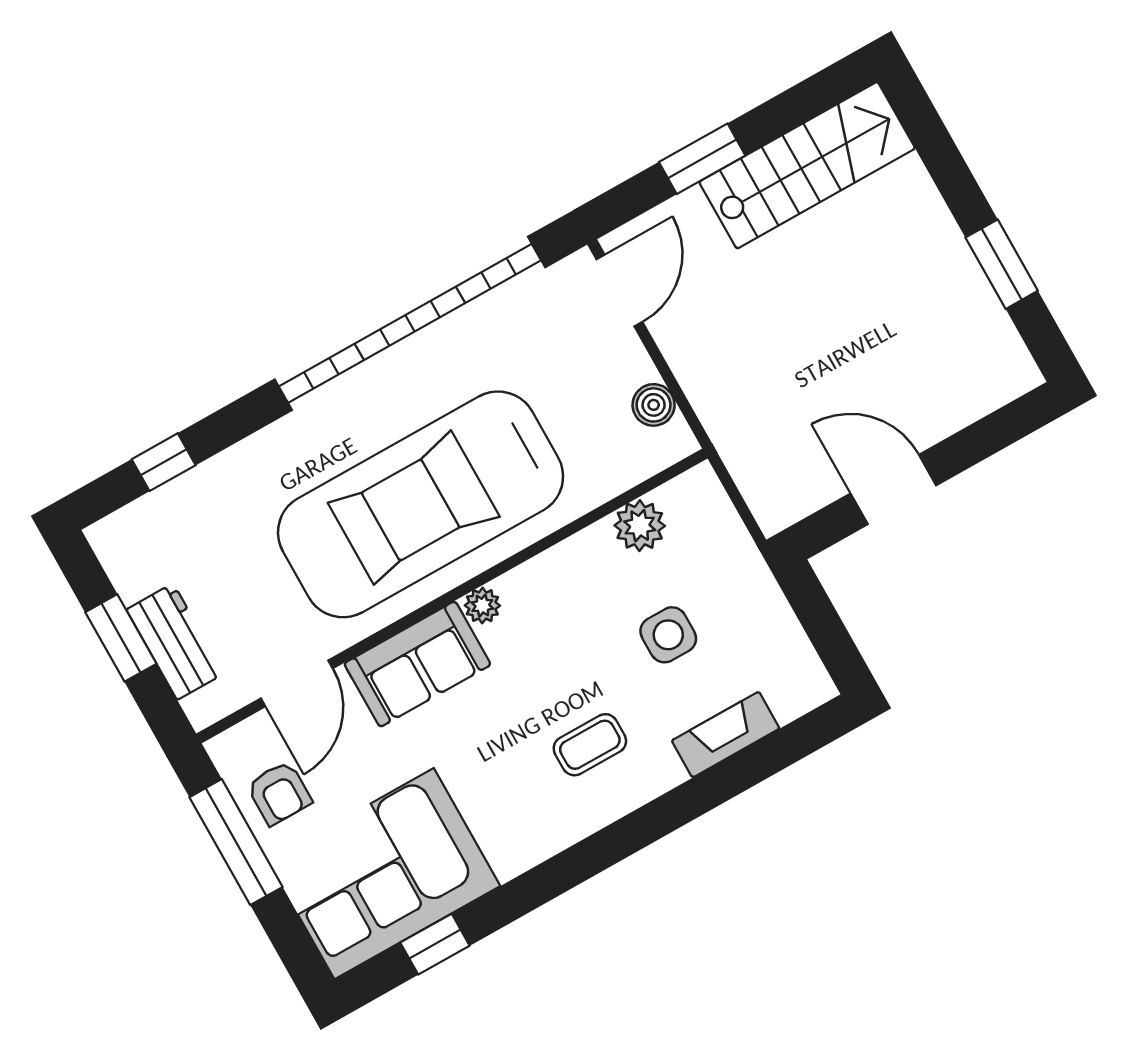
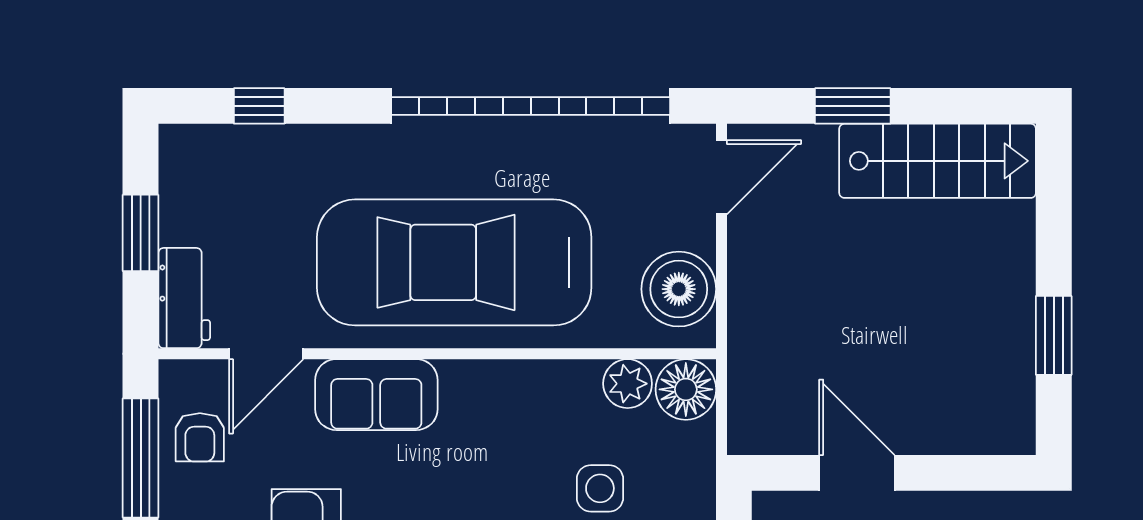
boiler: (654, 405) -> (679, 289), width x1.86, depth x1.86
floor lamp: (696, 501) -> (686, 389), added
plant: (482, 606) -> (458, 376), removed
workbench: (175, 642) -> (184, 298), moved

